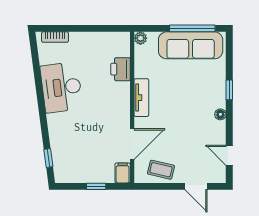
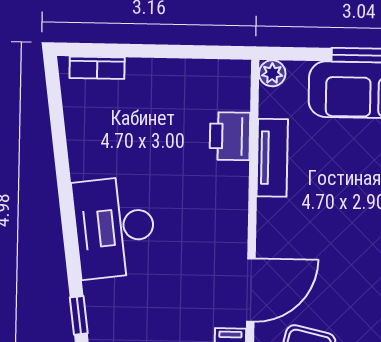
desk: (61, 87) -> (115, 227), moved
tv unit: (141, 98) -> (272, 158), moved

